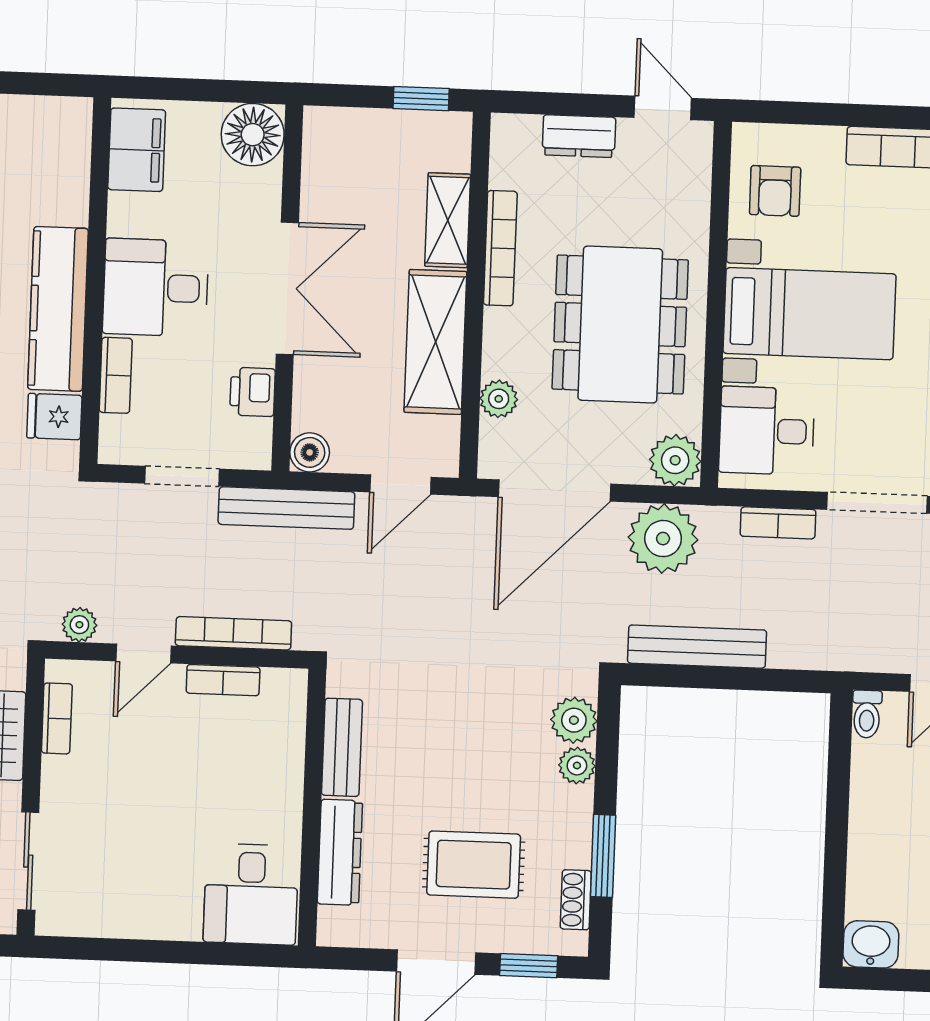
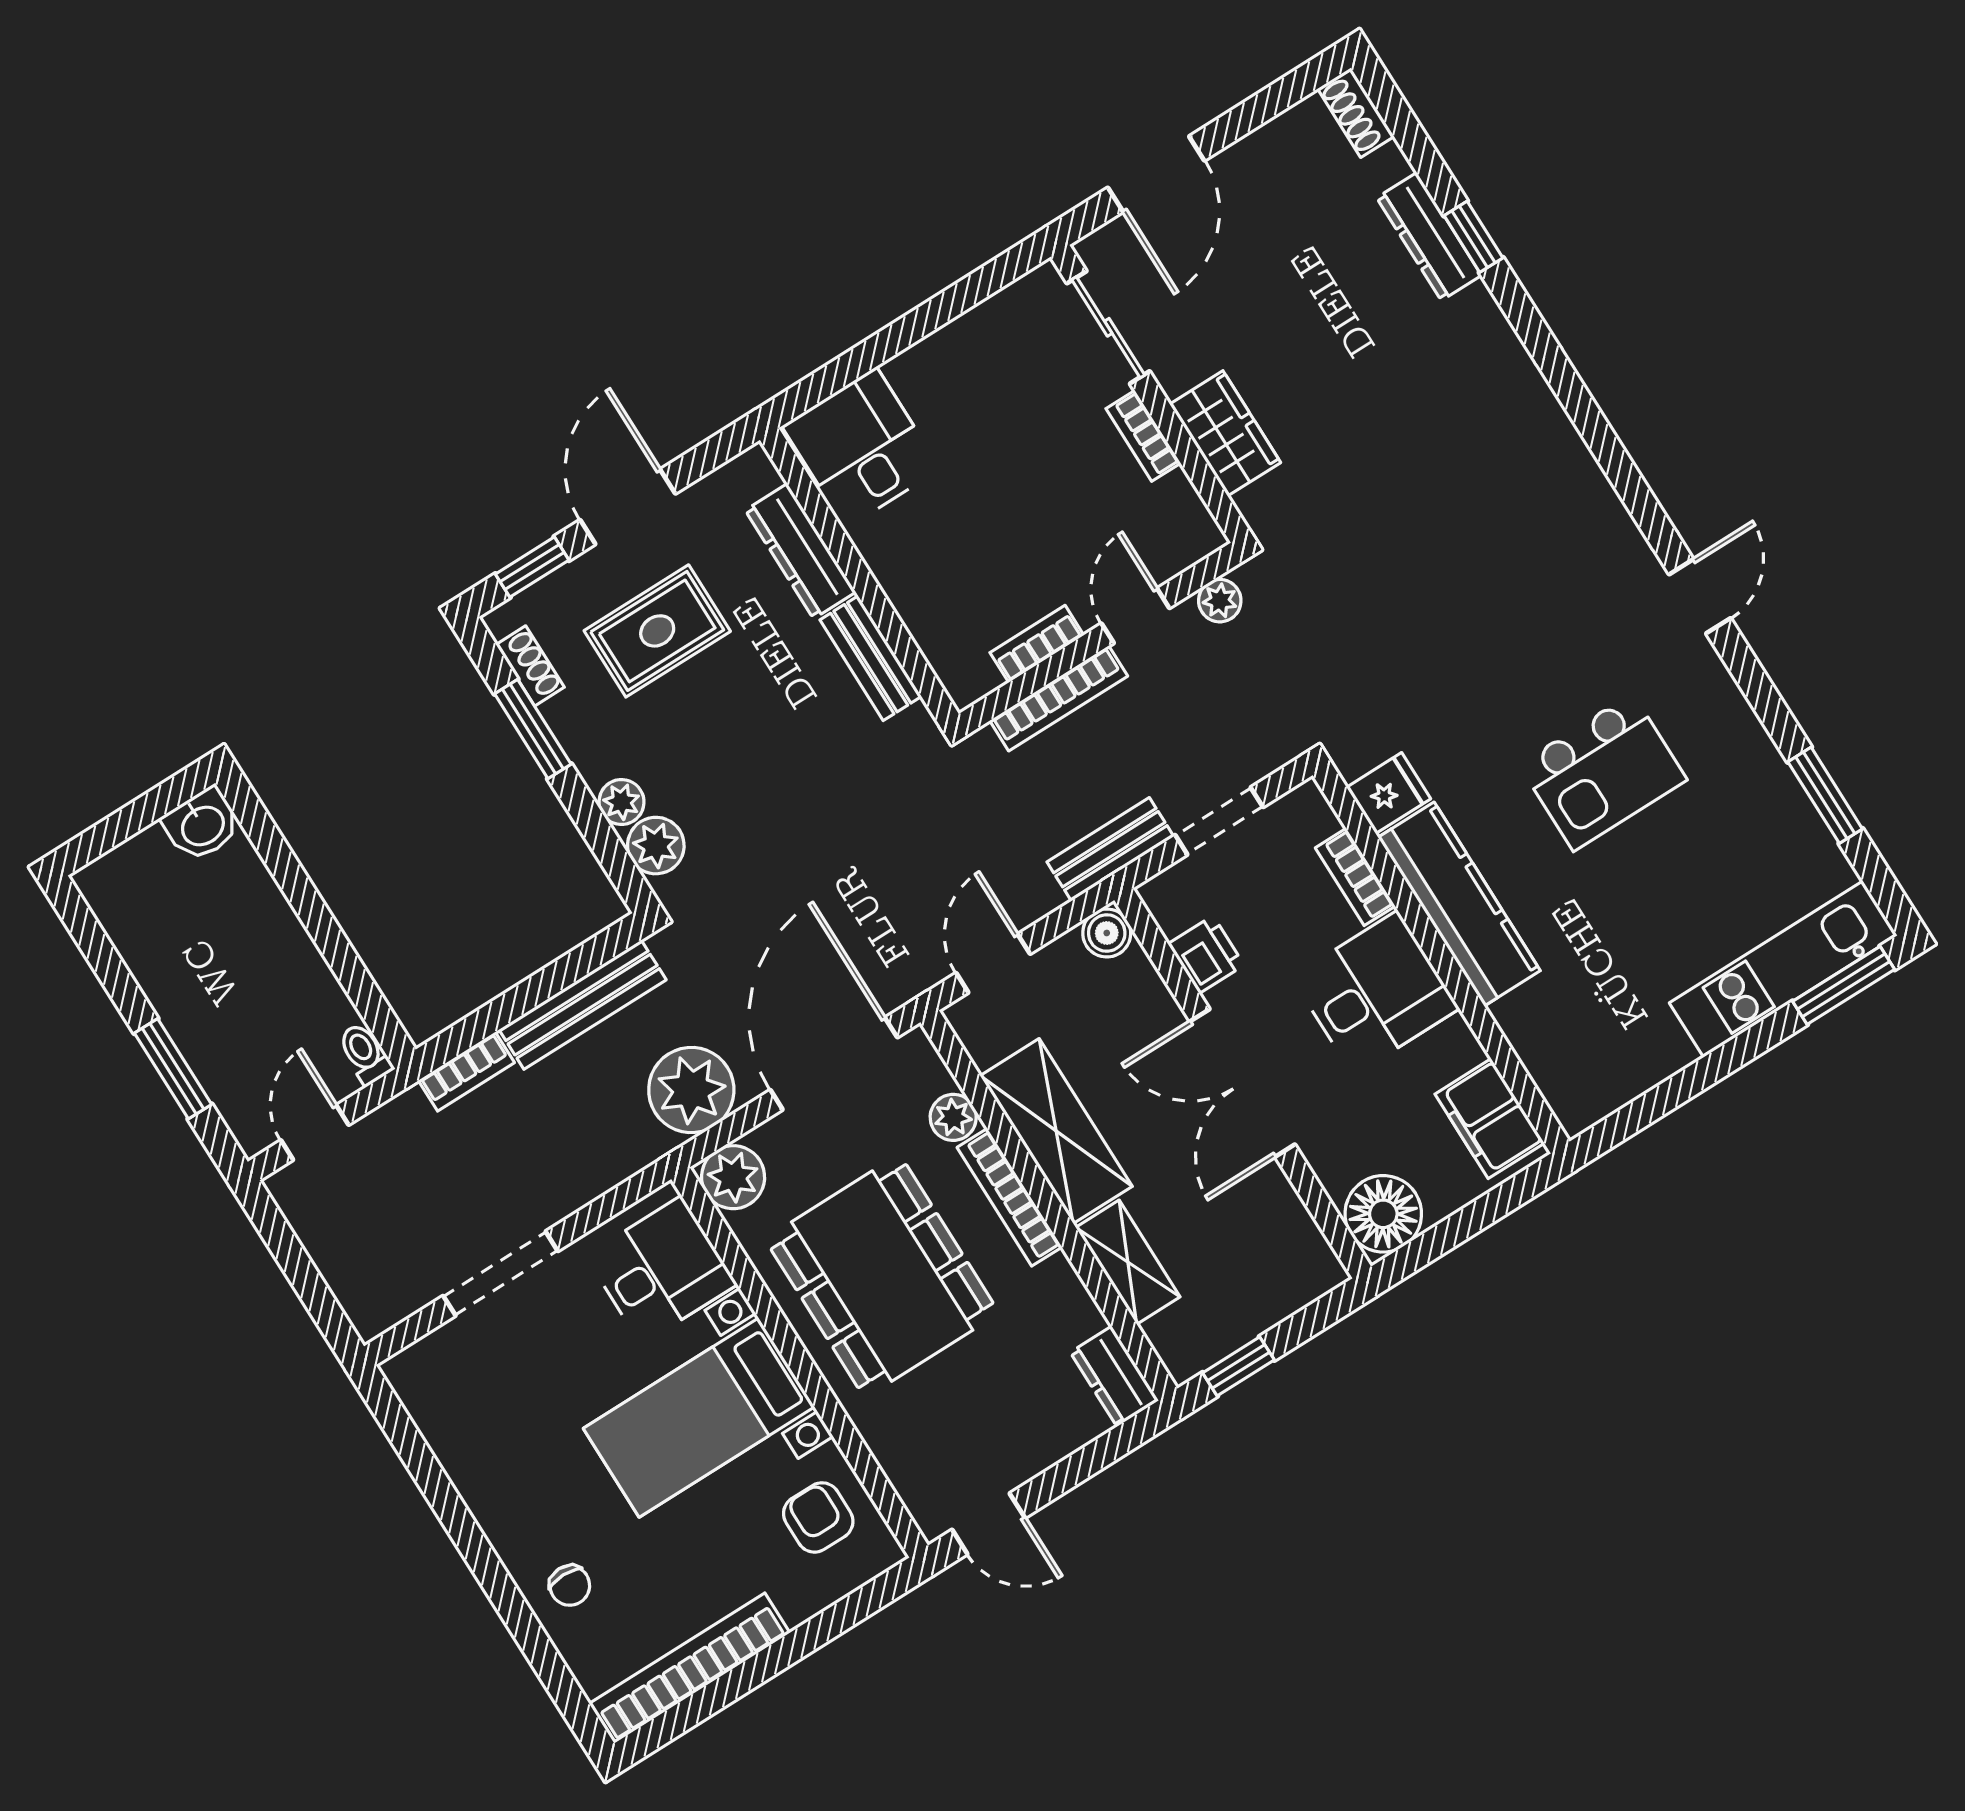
dresser: (579, 136) -> (1114, 1376), moved, turned -90
bookcase: (500, 248) -> (1010, 1197), moved
bench: (286, 508) -> (1110, 849), width x0.73
bookcase: (778, 523) -> (466, 1072), moved, turned 180
bookcase: (57, 718) -> (1143, 436), moved

